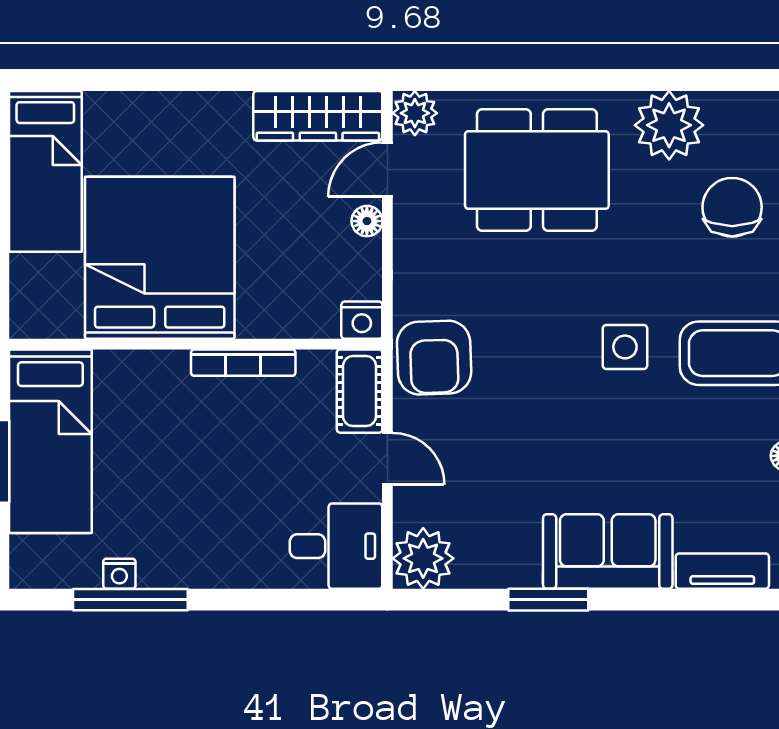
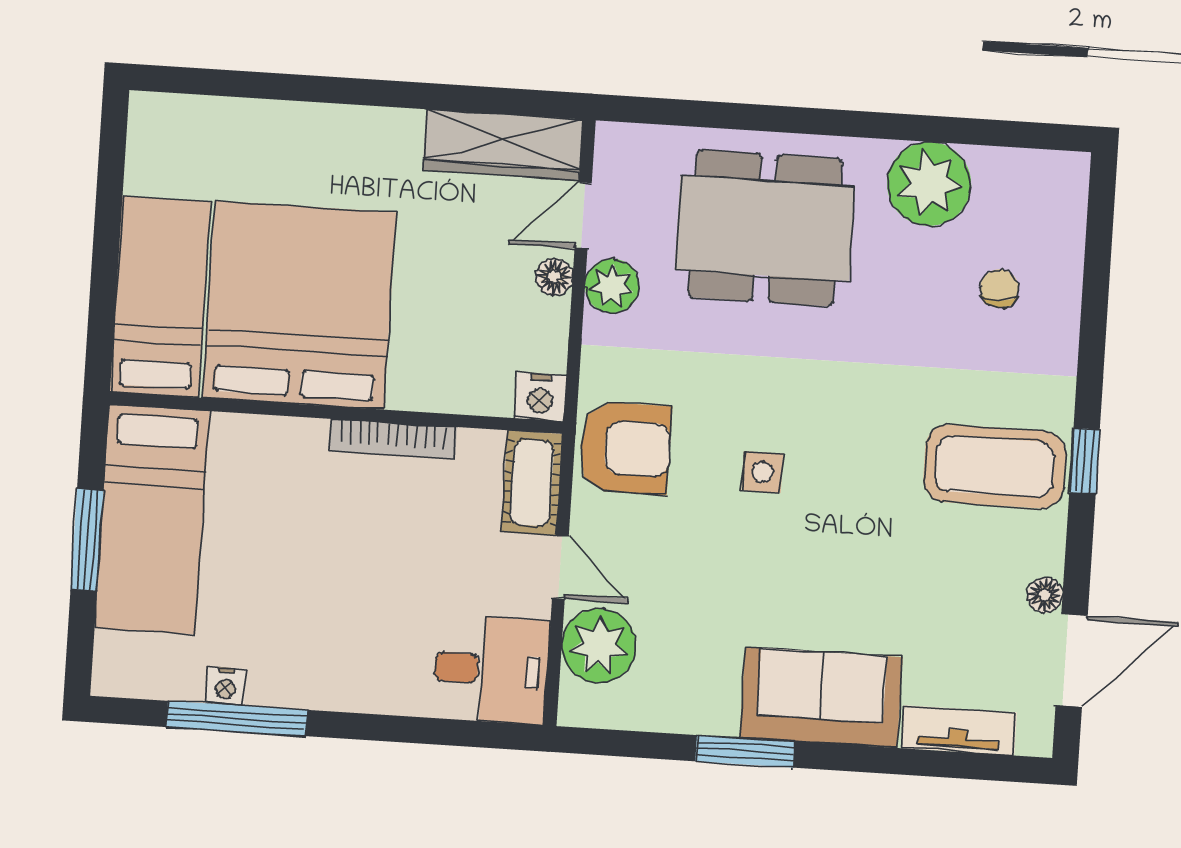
plant: (415, 113) -> (612, 286), moved
bed: (45, 171) -> (160, 297), moved, turned 180
chair: (732, 207) -> (999, 289), width x0.54, depth x0.54
side table: (625, 347) -> (762, 472), moved, width x0.73, depth x0.73
armchair: (434, 358) -> (625, 448), turned -88
plant: (423, 558) -> (599, 646), moved

